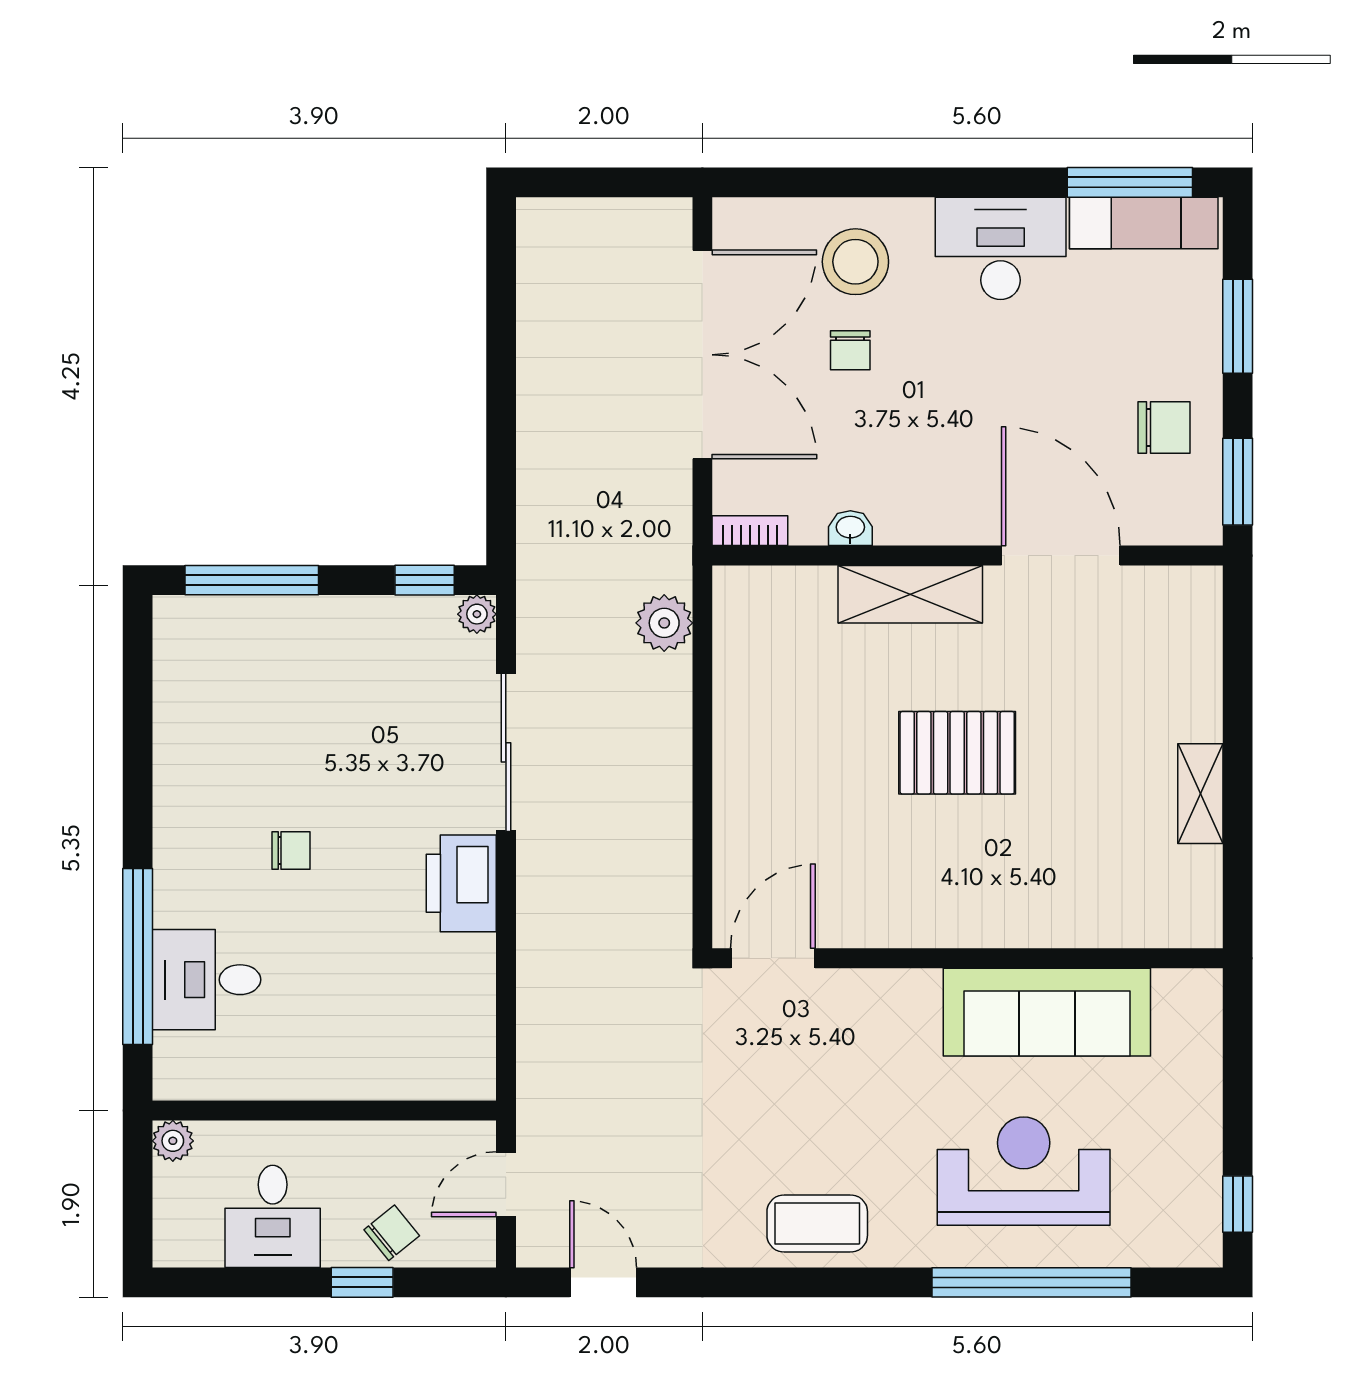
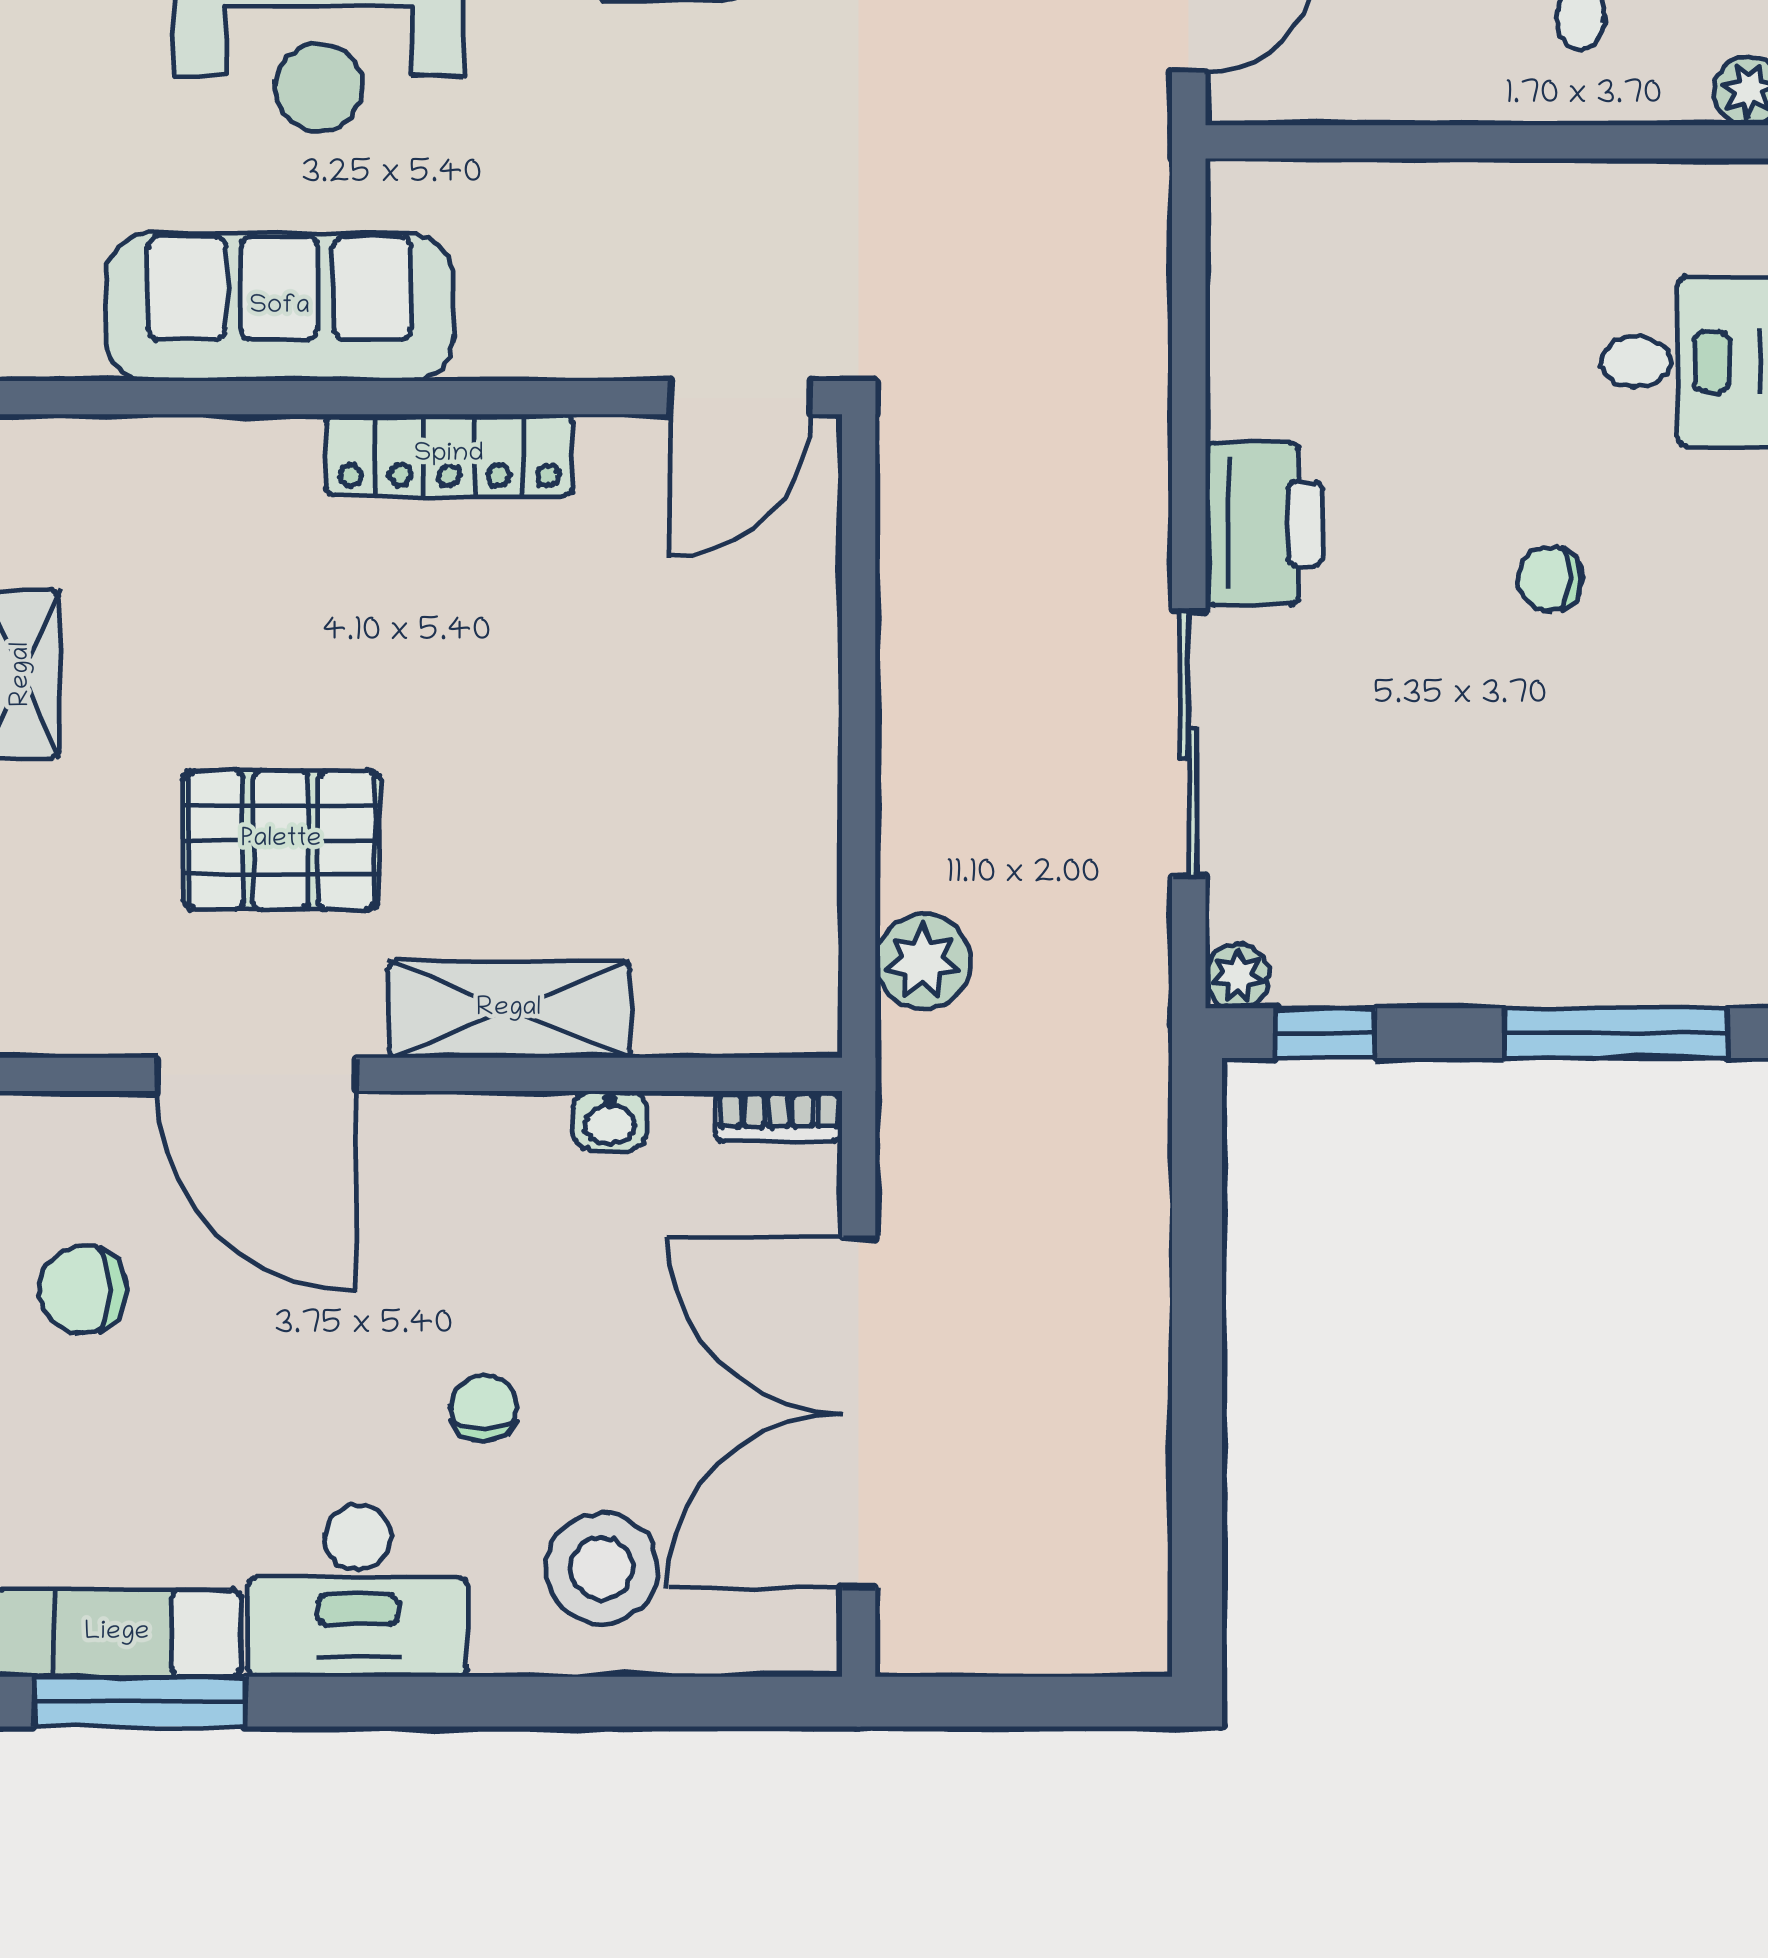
chair: (850, 350) -> (484, 1408), moved
pallet: (957, 753) -> (281, 840), moved
locker: (946, 924) -> (449, 455), added

